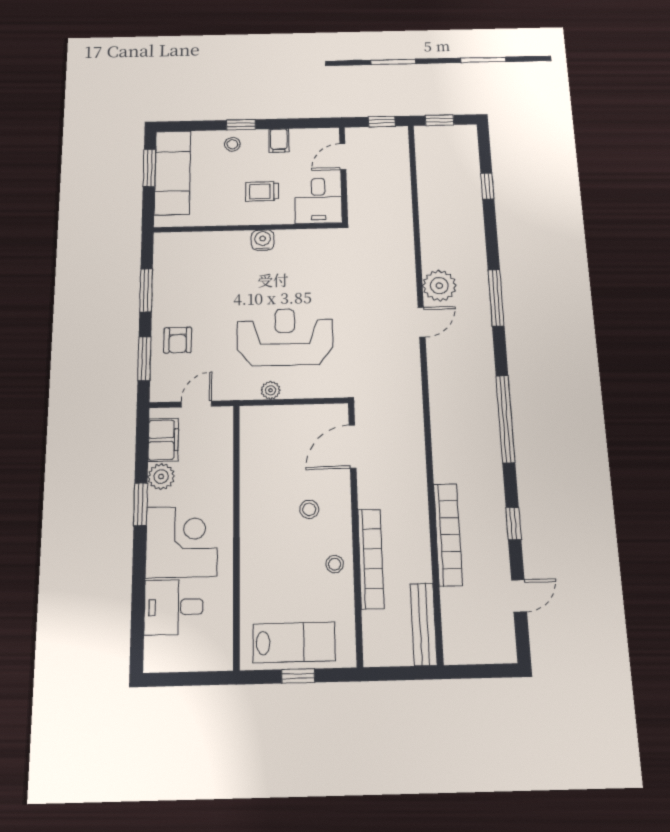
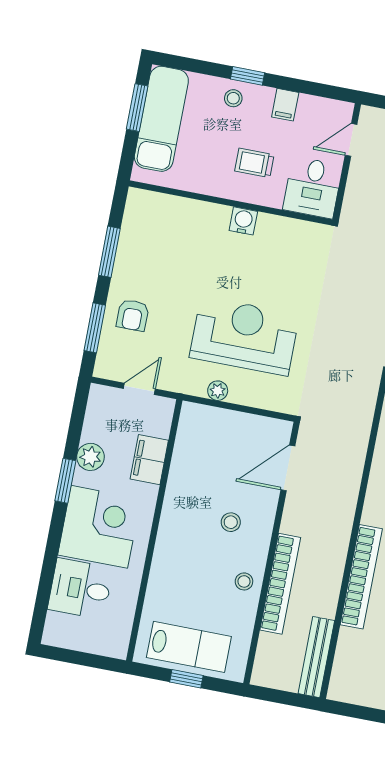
filing cabinet: (163, 440) -> (149, 460), moved, turned 180

